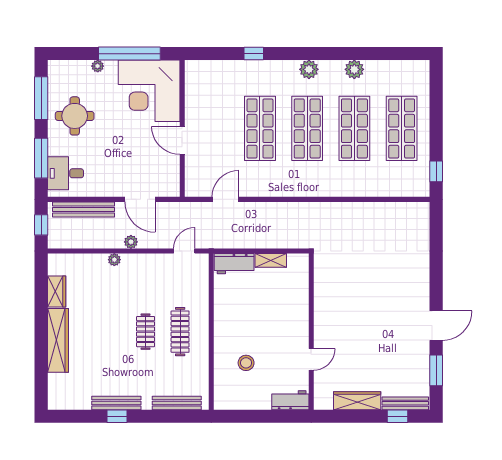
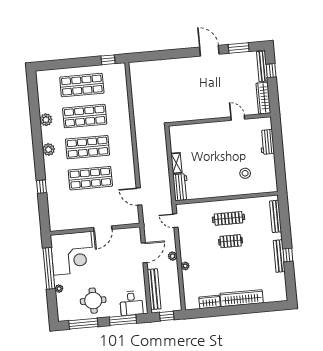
wall: (311, 332) -> (220, 120), moved
door: (311, 359) -> (238, 118), moved

